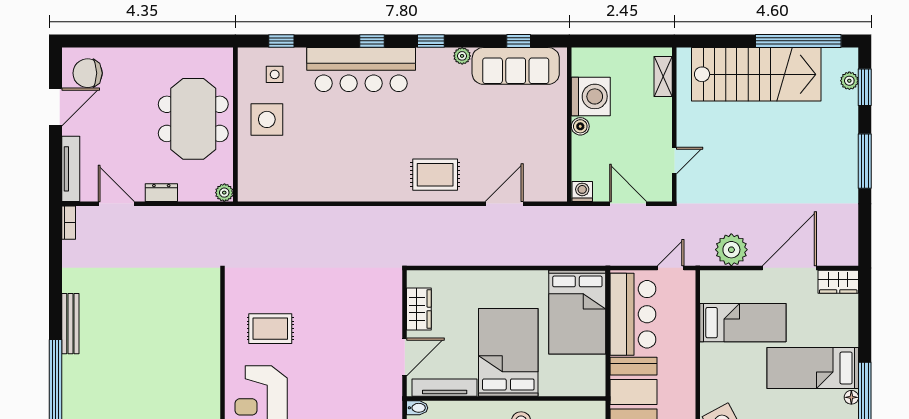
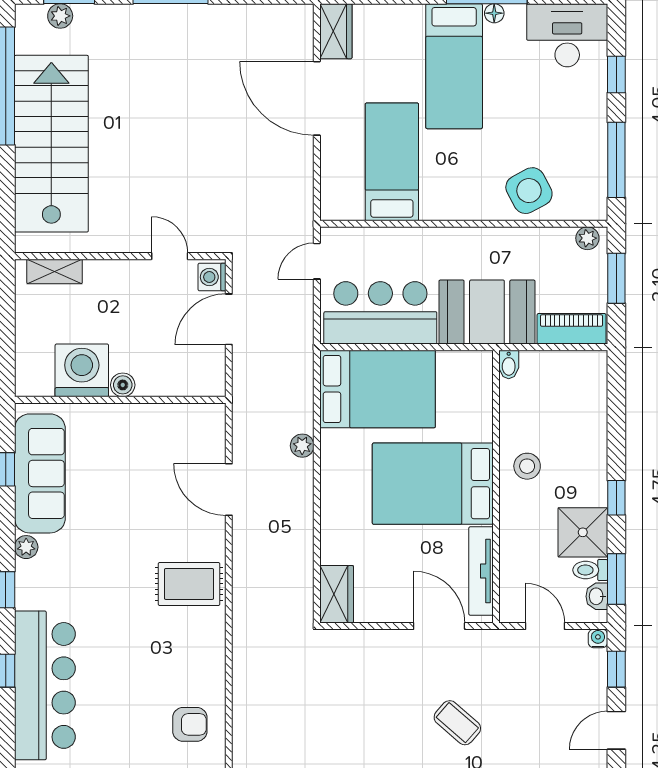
armchair: (333, 175) -> (190, 724), added
rug: (435, 175) -> (189, 584), turned 90
washing machine: (582, 191) -> (212, 277), moved
plant: (731, 250) -> (302, 446), moved, width x0.53, depth x0.53
door: (671, 268) -> (317, 261), hinge flipped
wardrobe: (419, 309) -> (337, 594), moved, turned 90
coffee table: (334, 370) -> (457, 723), added
bidet: (417, 408) -> (509, 364), moved, turned 180

